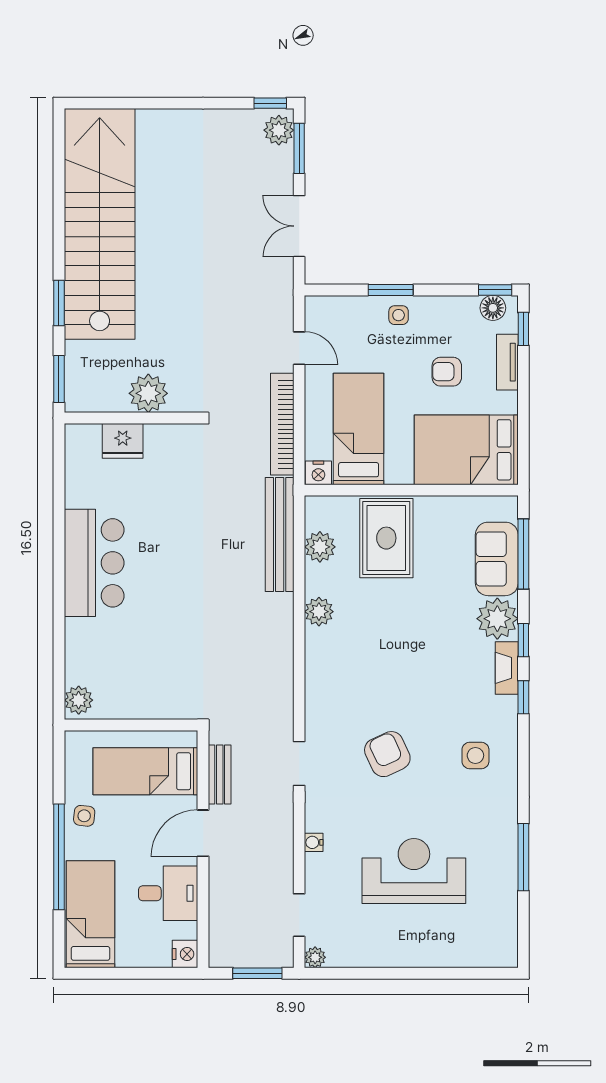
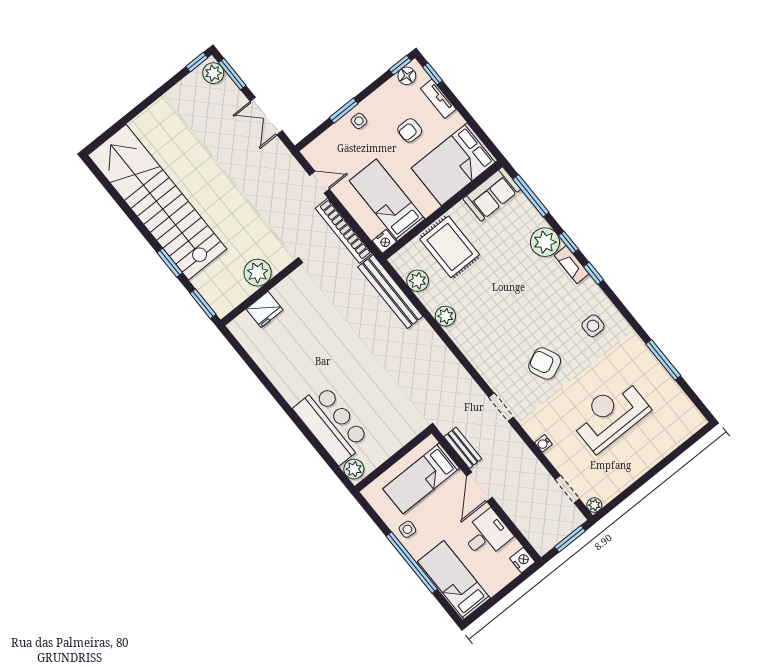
sofa: (497, 559) -> (492, 194), moved, turned -90
bar counter: (94, 563) -> (332, 424), moved

